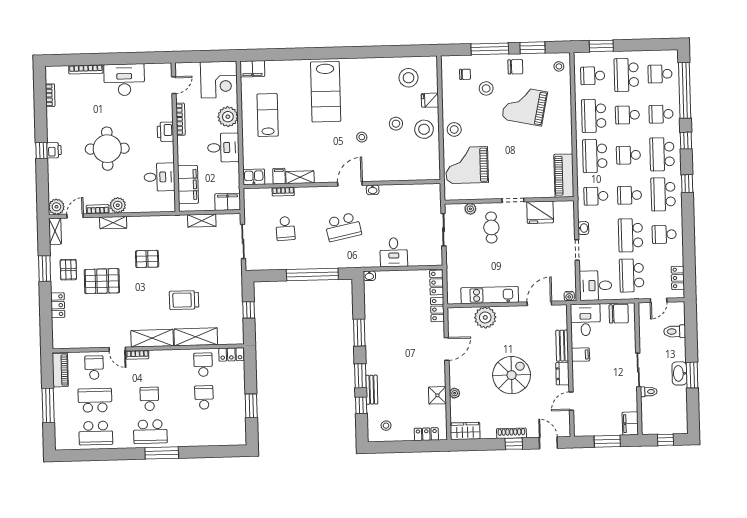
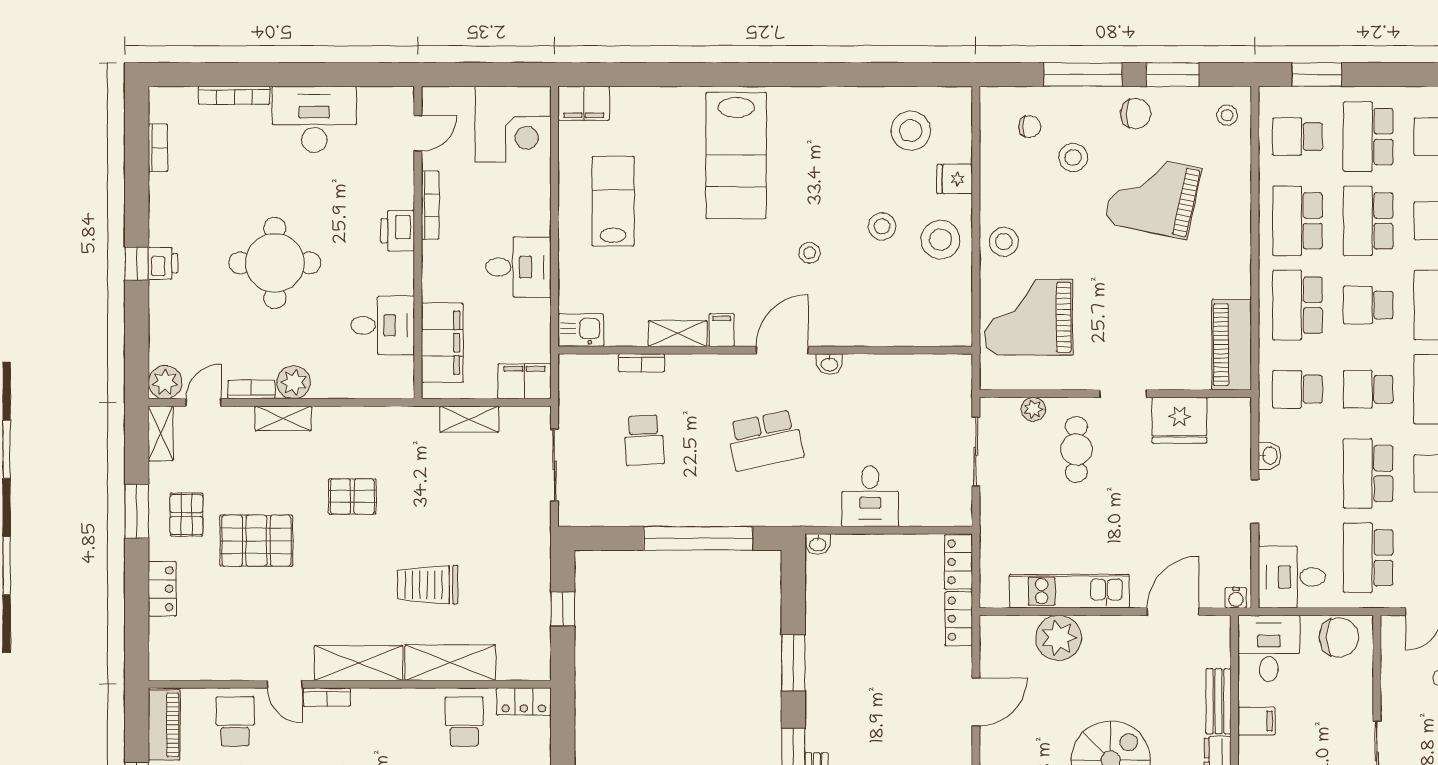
school desk: (627, 115) -> (1368, 221), width x1.85
plant: (228, 117) -> (530, 202), removed
filing cabinet: (279, 176) -> (722, 330), moved

